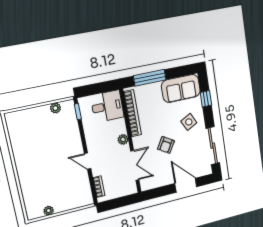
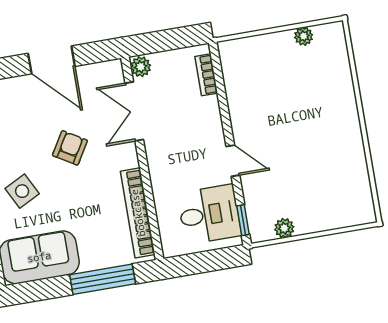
desk: (107, 106) -> (209, 214), moved, turned 180
plant: (123, 139) -> (141, 67), moved
door: (88, 161) -> (233, 161), moved
door: (186, 185) -> (51, 60), moved

